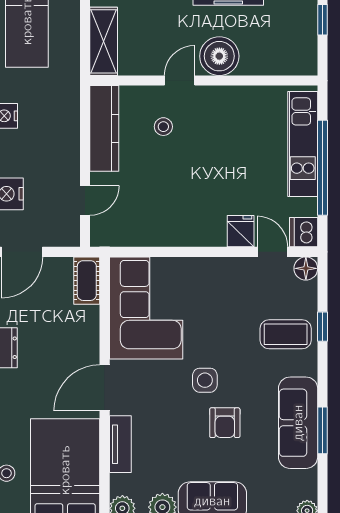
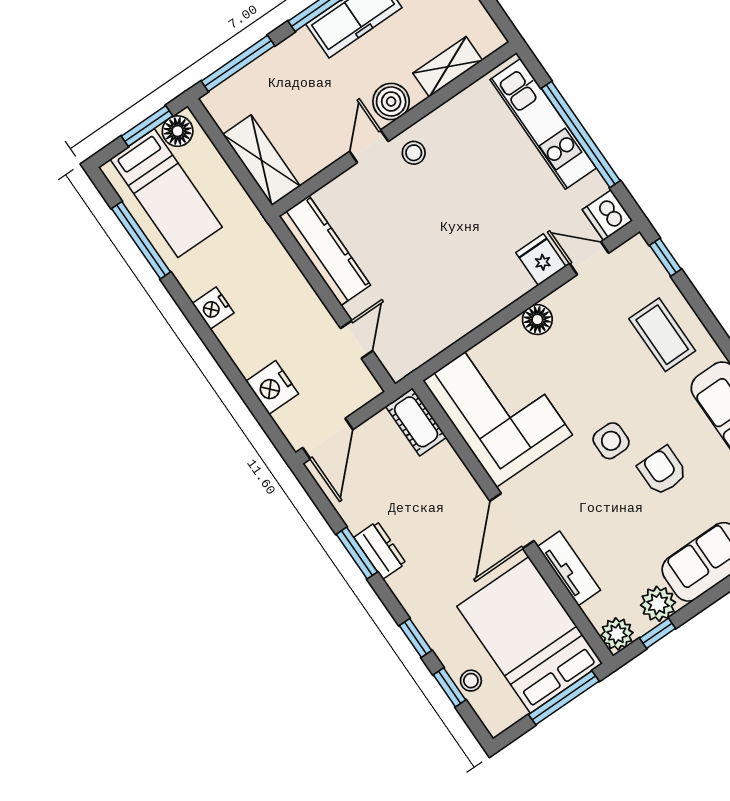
boiler: (219, 56) -> (391, 101), width x0.73, depth x0.73
shelving: (266, 64) -> (448, 67), added
stool: (163, 127) -> (414, 153), moved
floor lamp: (306, 268) -> (537, 320), moved
window: (322, 327) -> (665, 257), moved
coffee table: (286, 334) -> (662, 335), turned 90
armchair: (225, 423) -> (662, 471), turned 180

